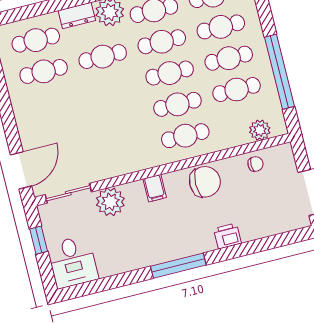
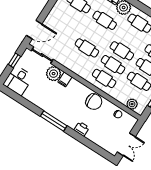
cafe table: (162, 42) -> (87, 48), moved
filing cabinet: (155, 188) -> (65, 80), moved

